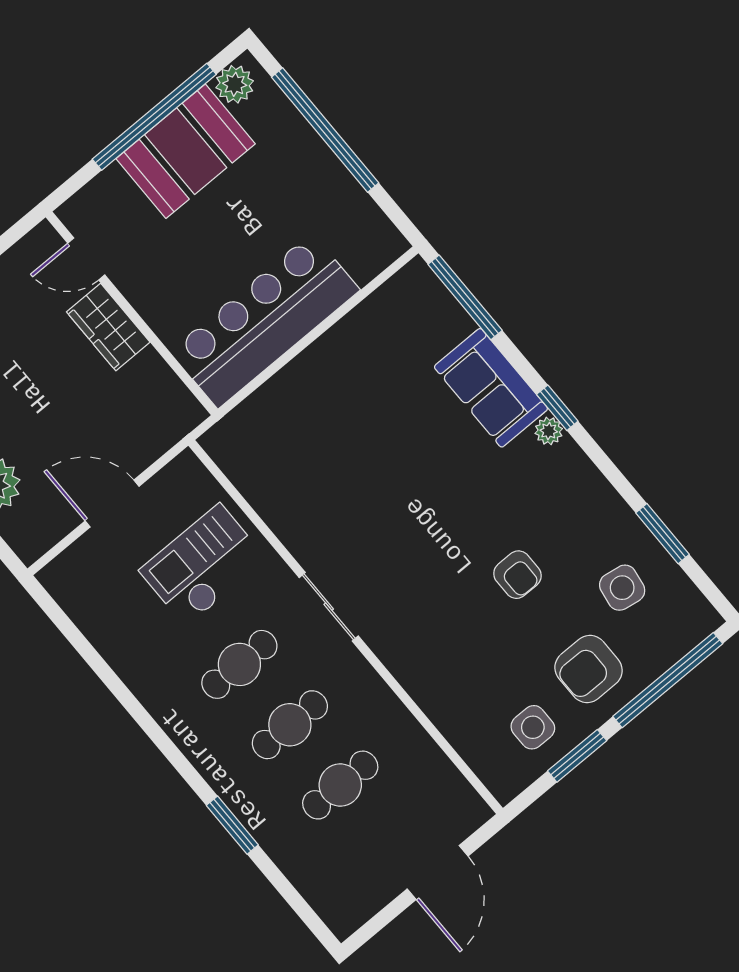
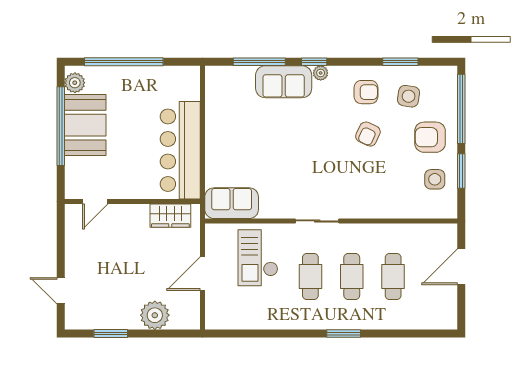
window: (465, 297) -> (259, 62), moved
wardrobe: (108, 327) -> (170, 216), moved
sofa: (250, 460) -> (232, 203), added
armchair: (576, 521) -> (366, 92), added
armchair: (517, 575) -> (368, 134), turned 115
armchair: (589, 669) -> (430, 137), turned 90
window: (232, 825) -> (344, 334), moved
door: (438, 872) -> (461, 267), swing flipped

